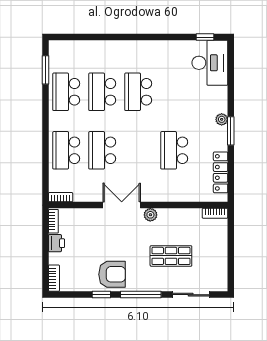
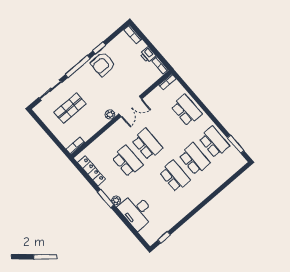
desk: (210, 63) -> (137, 211), moved
school desk: (102, 150) -> (147, 144), moved
shop shelf: (171, 256) -> (70, 108), moved

